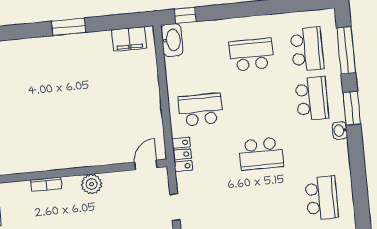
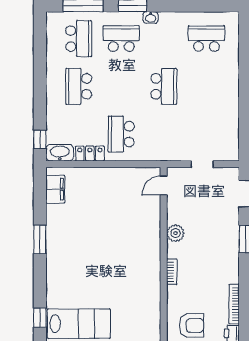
school desk: (307, 49) -> (79, 39), turned 90
locker: (182, 154) -> (90, 154), moved
door: (146, 165) -> (164, 185), hinge flipped

